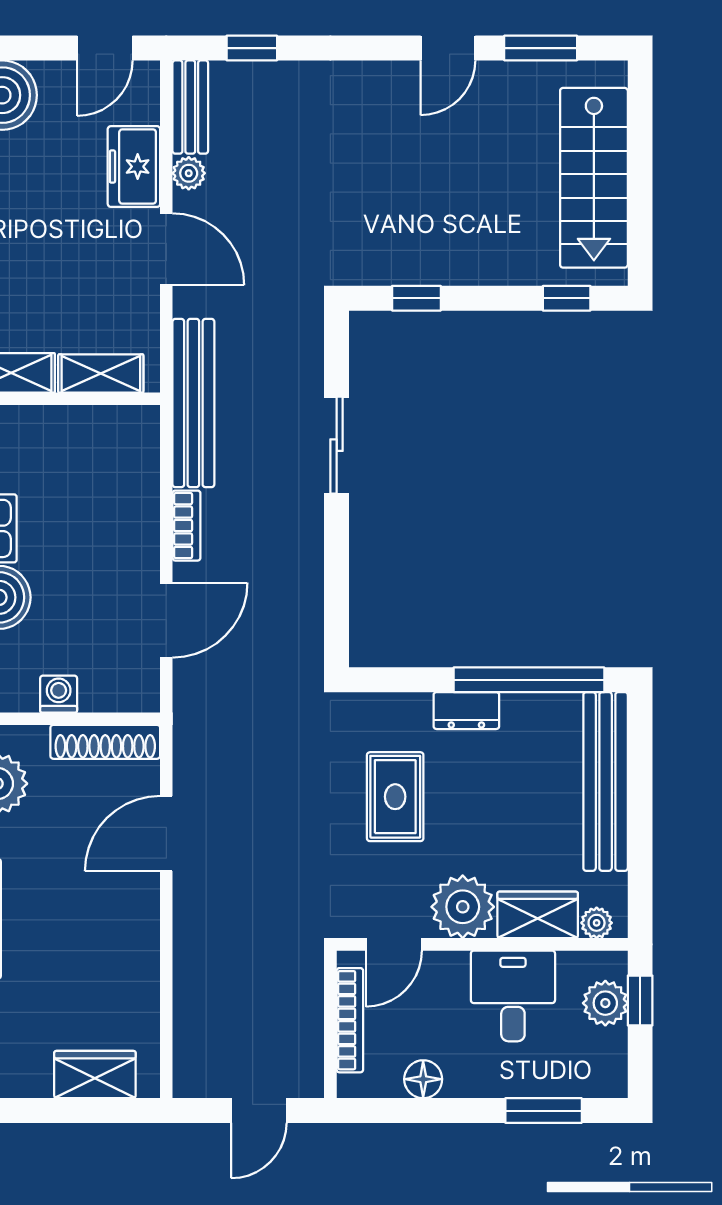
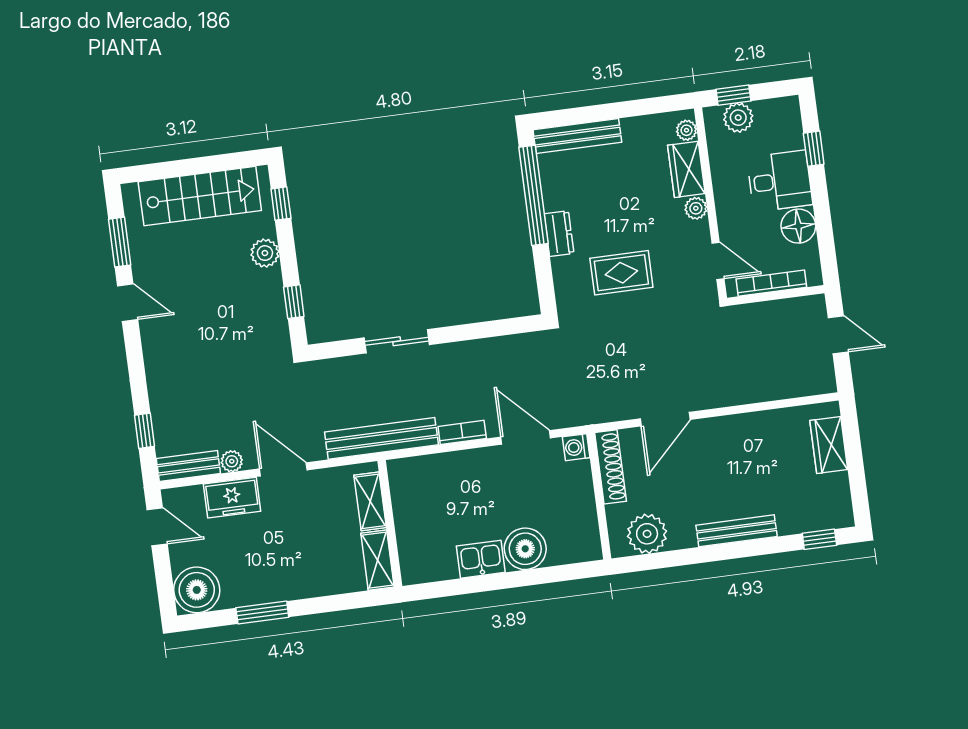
door: (166, 249) -> (283, 469), hinge flipped
plant: (495, 264) -> (265, 253), added
washing machine: (59, 694) -> (576, 447), moved
bench: (606, 781) -> (577, 136), width x0.73, depth x0.82
door: (166, 834) -> (665, 419), hinge flipped
plant: (463, 907) -> (696, 208), width x0.53, depth x0.53
desk: (513, 996) -> (780, 181), moved, turned 180
floor lamp: (423, 1079) -> (798, 226), width x1.38, depth x1.38
window: (544, 1111) -> (814, 149), width x0.67

